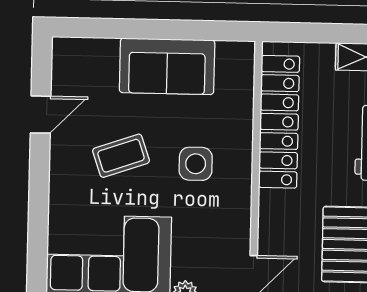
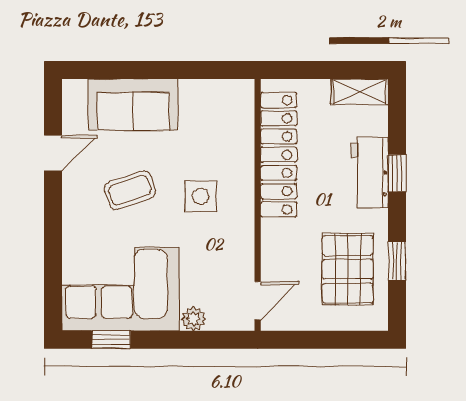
sofa: (167, 66) -> (133, 105), moved

